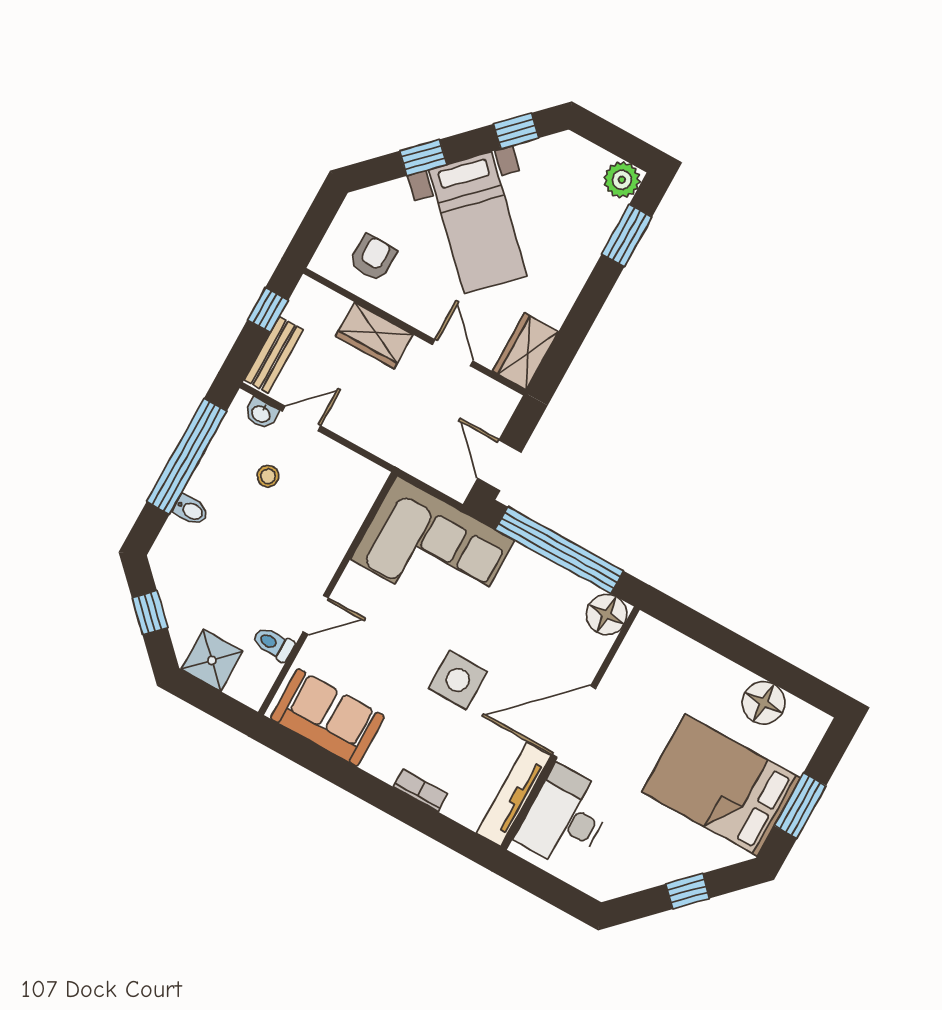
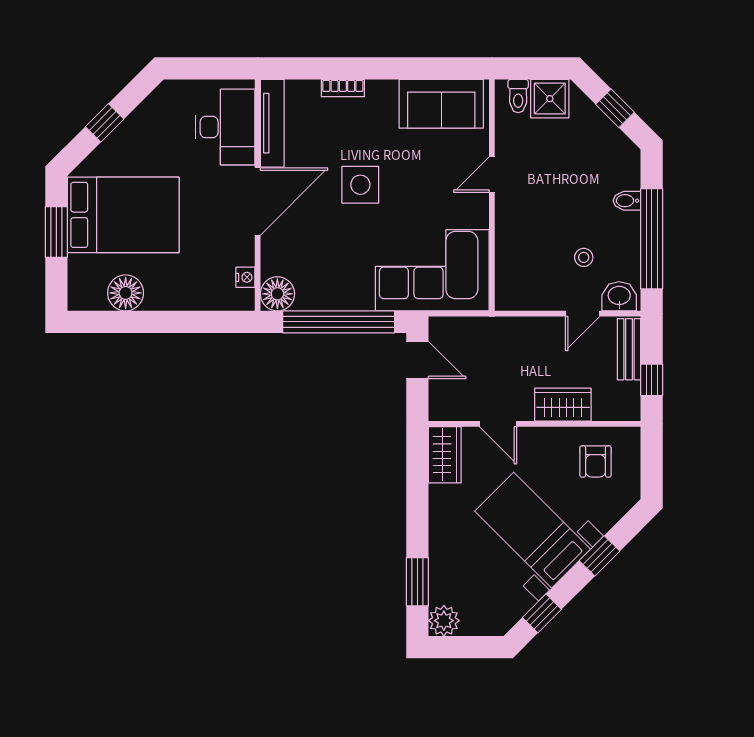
washbasin: (261, 414) -> (619, 296), width x1.38, depth x1.45
toilet: (273, 644) -> (518, 96), moved, turned 90
nightstand: (630, 650) -> (245, 277), added

